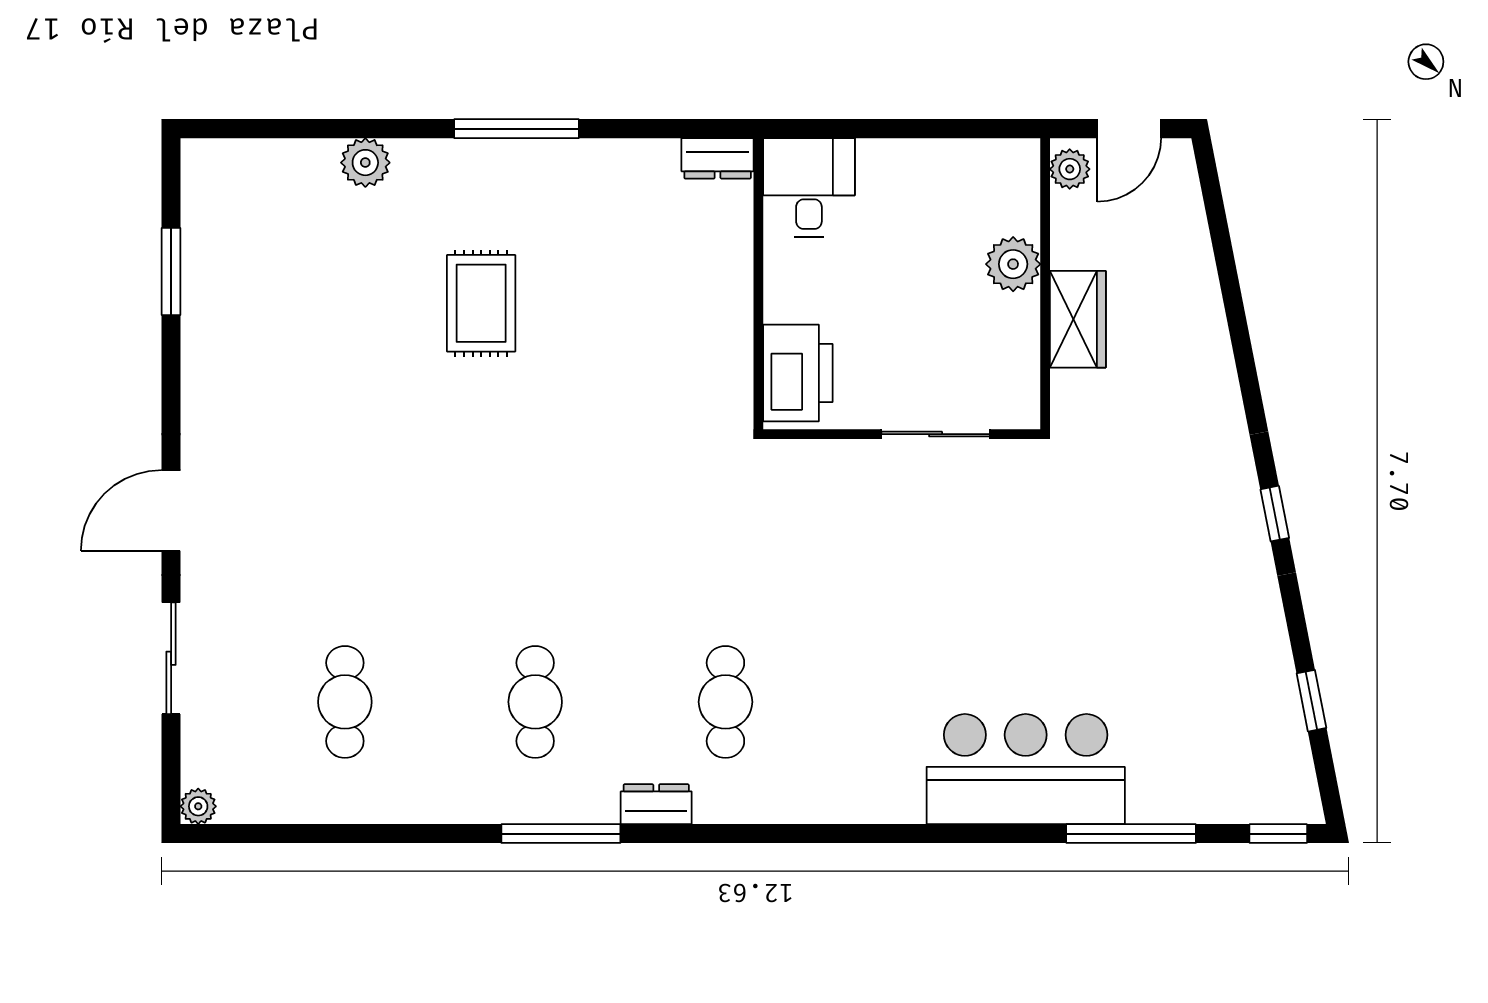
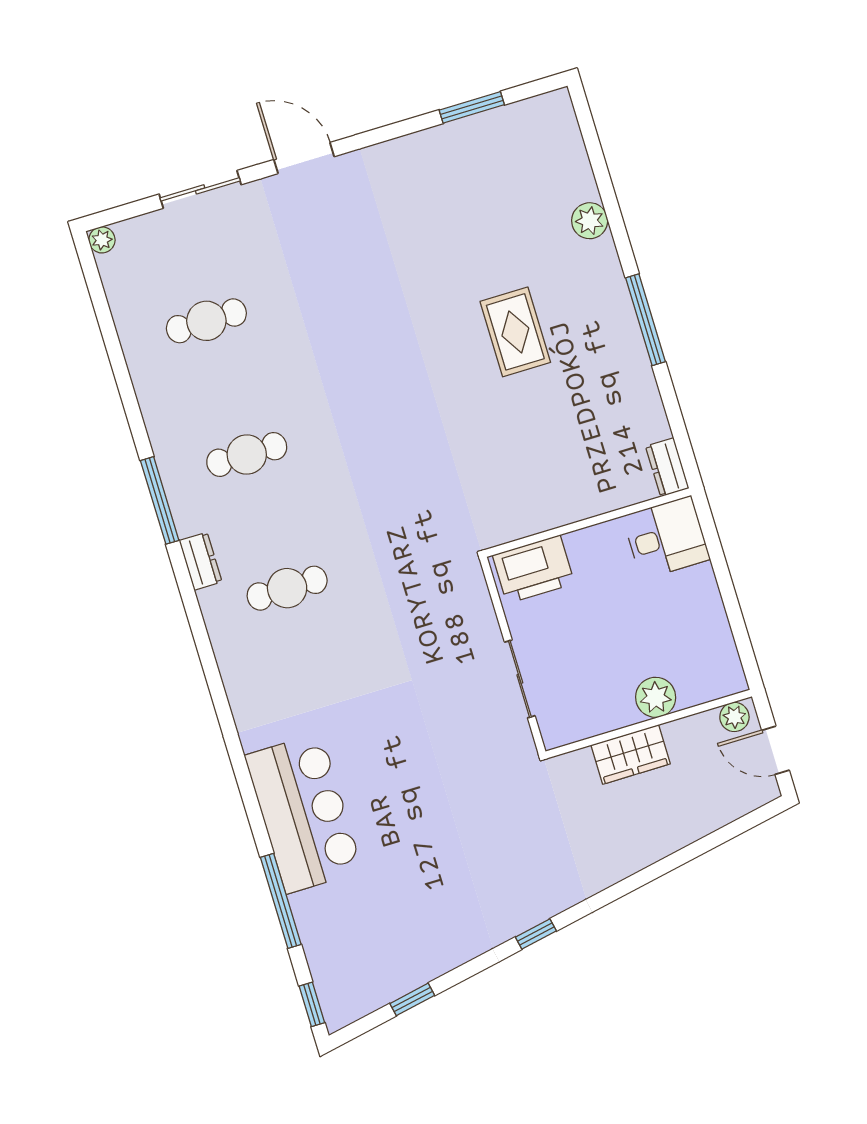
rug: (481, 303) -> (515, 332), turned 90

